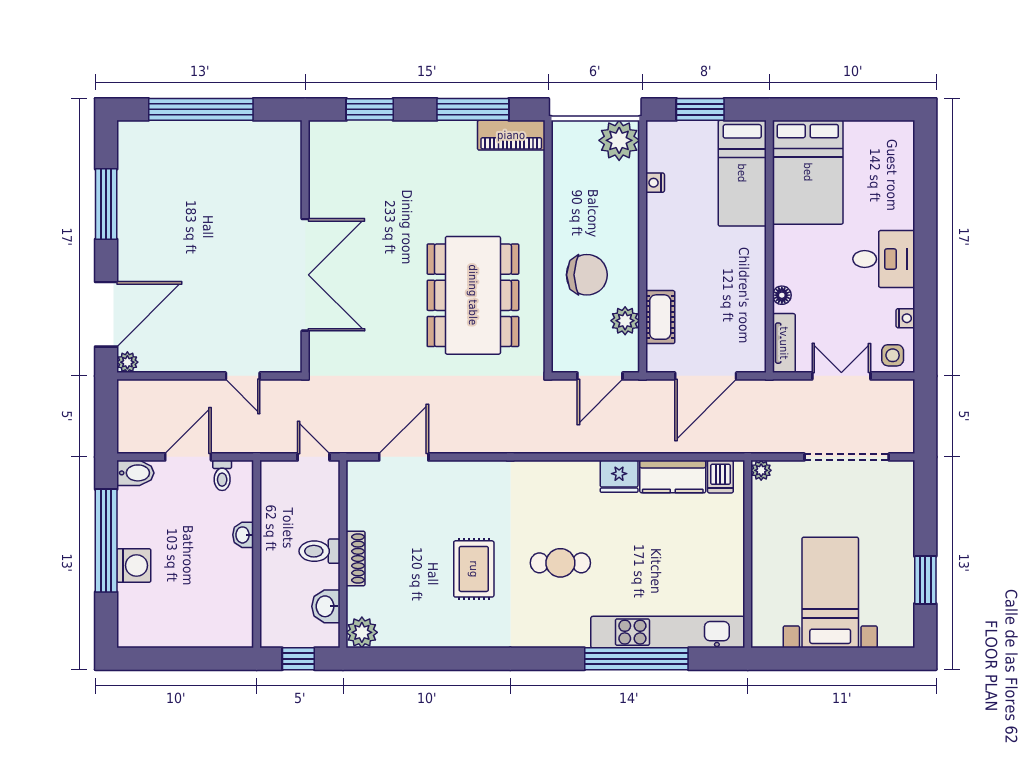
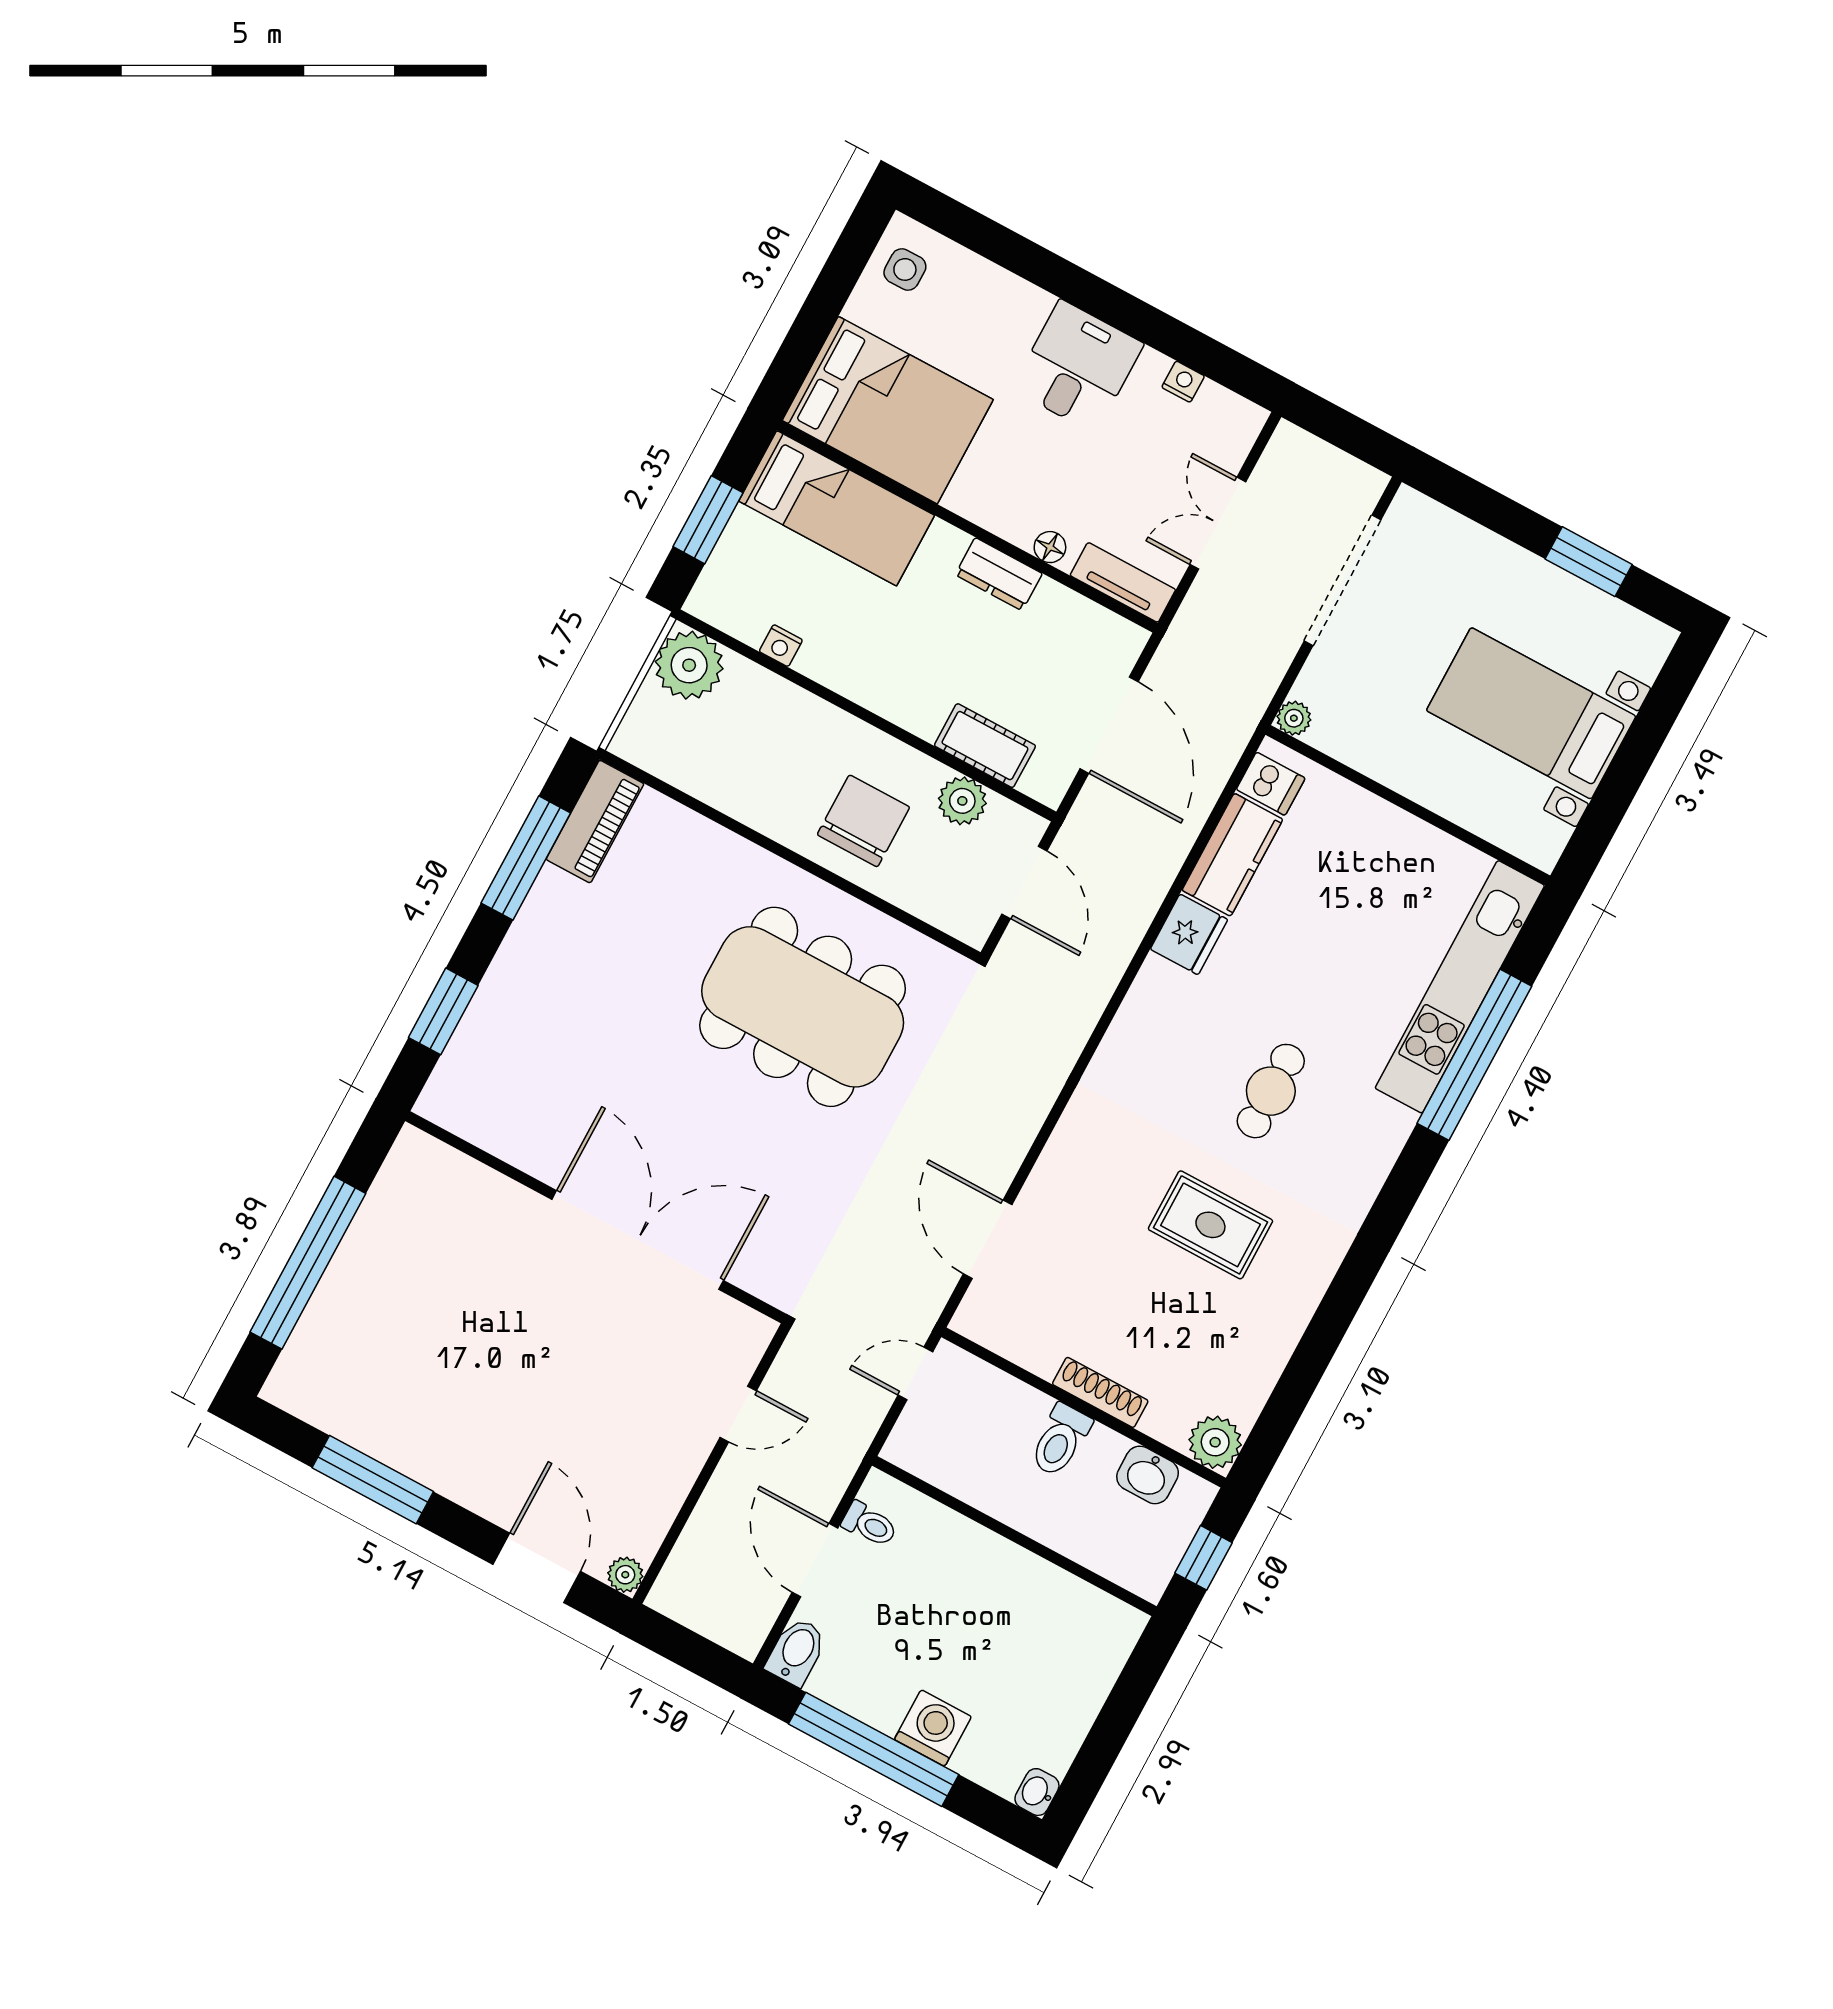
dresser: (753, 276) -> (999, 574), added
door: (106, 314) -> (537, 1568), width x0.73
side table: (893, 355) -> (905, 269), moved
washbasin: (243, 535) -> (1037, 1792), moved, turned 90

